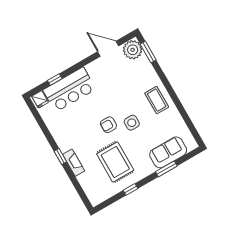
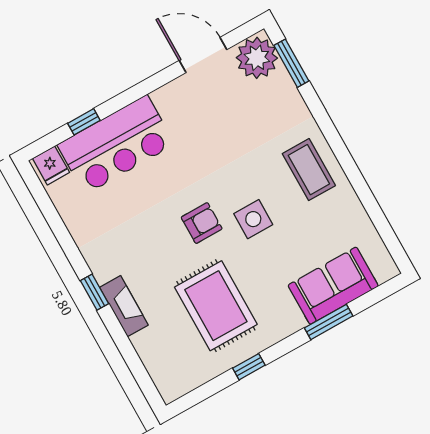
armchair: (108, 125) -> (202, 223), turned 180

